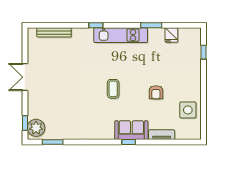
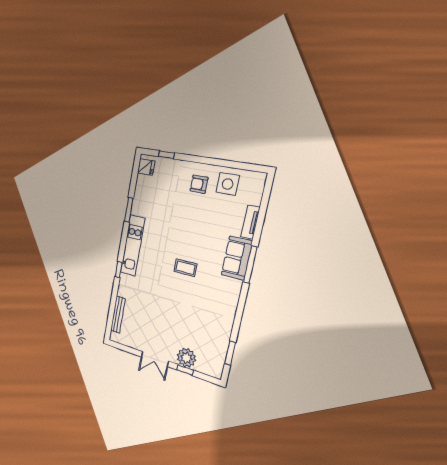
fridge: (171, 35) -> (146, 167), moved
armchair: (156, 92) -> (199, 184), moved, turned 180
window: (25, 123) -> (185, 370), moved
plant: (36, 128) -> (186, 358), moved
window: (129, 142) -> (250, 265), width x2.17

